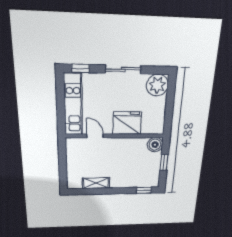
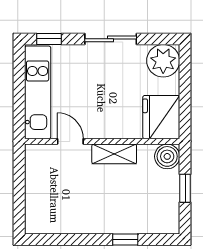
fridge: (127, 123) -> (161, 117), moved, turned -90
shelving: (96, 183) -> (114, 154), moved
window: (144, 190) -> (125, 240), moved

